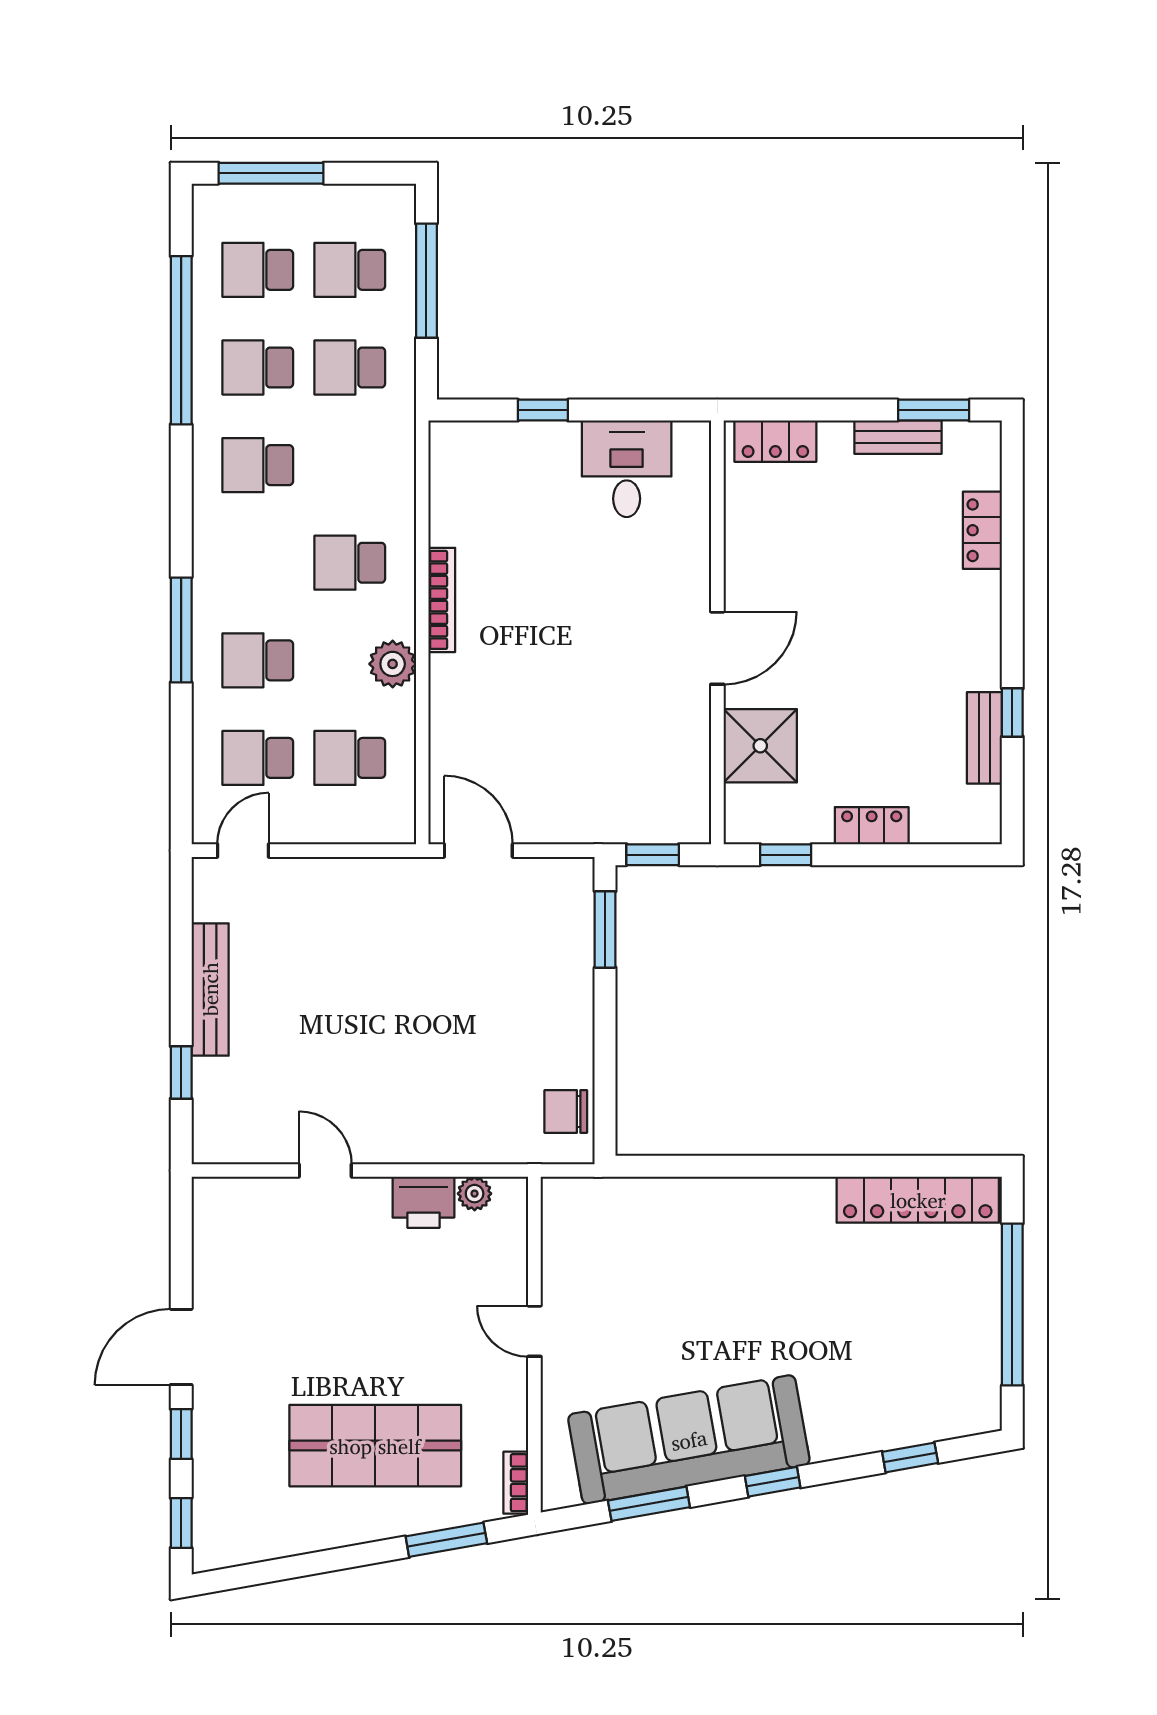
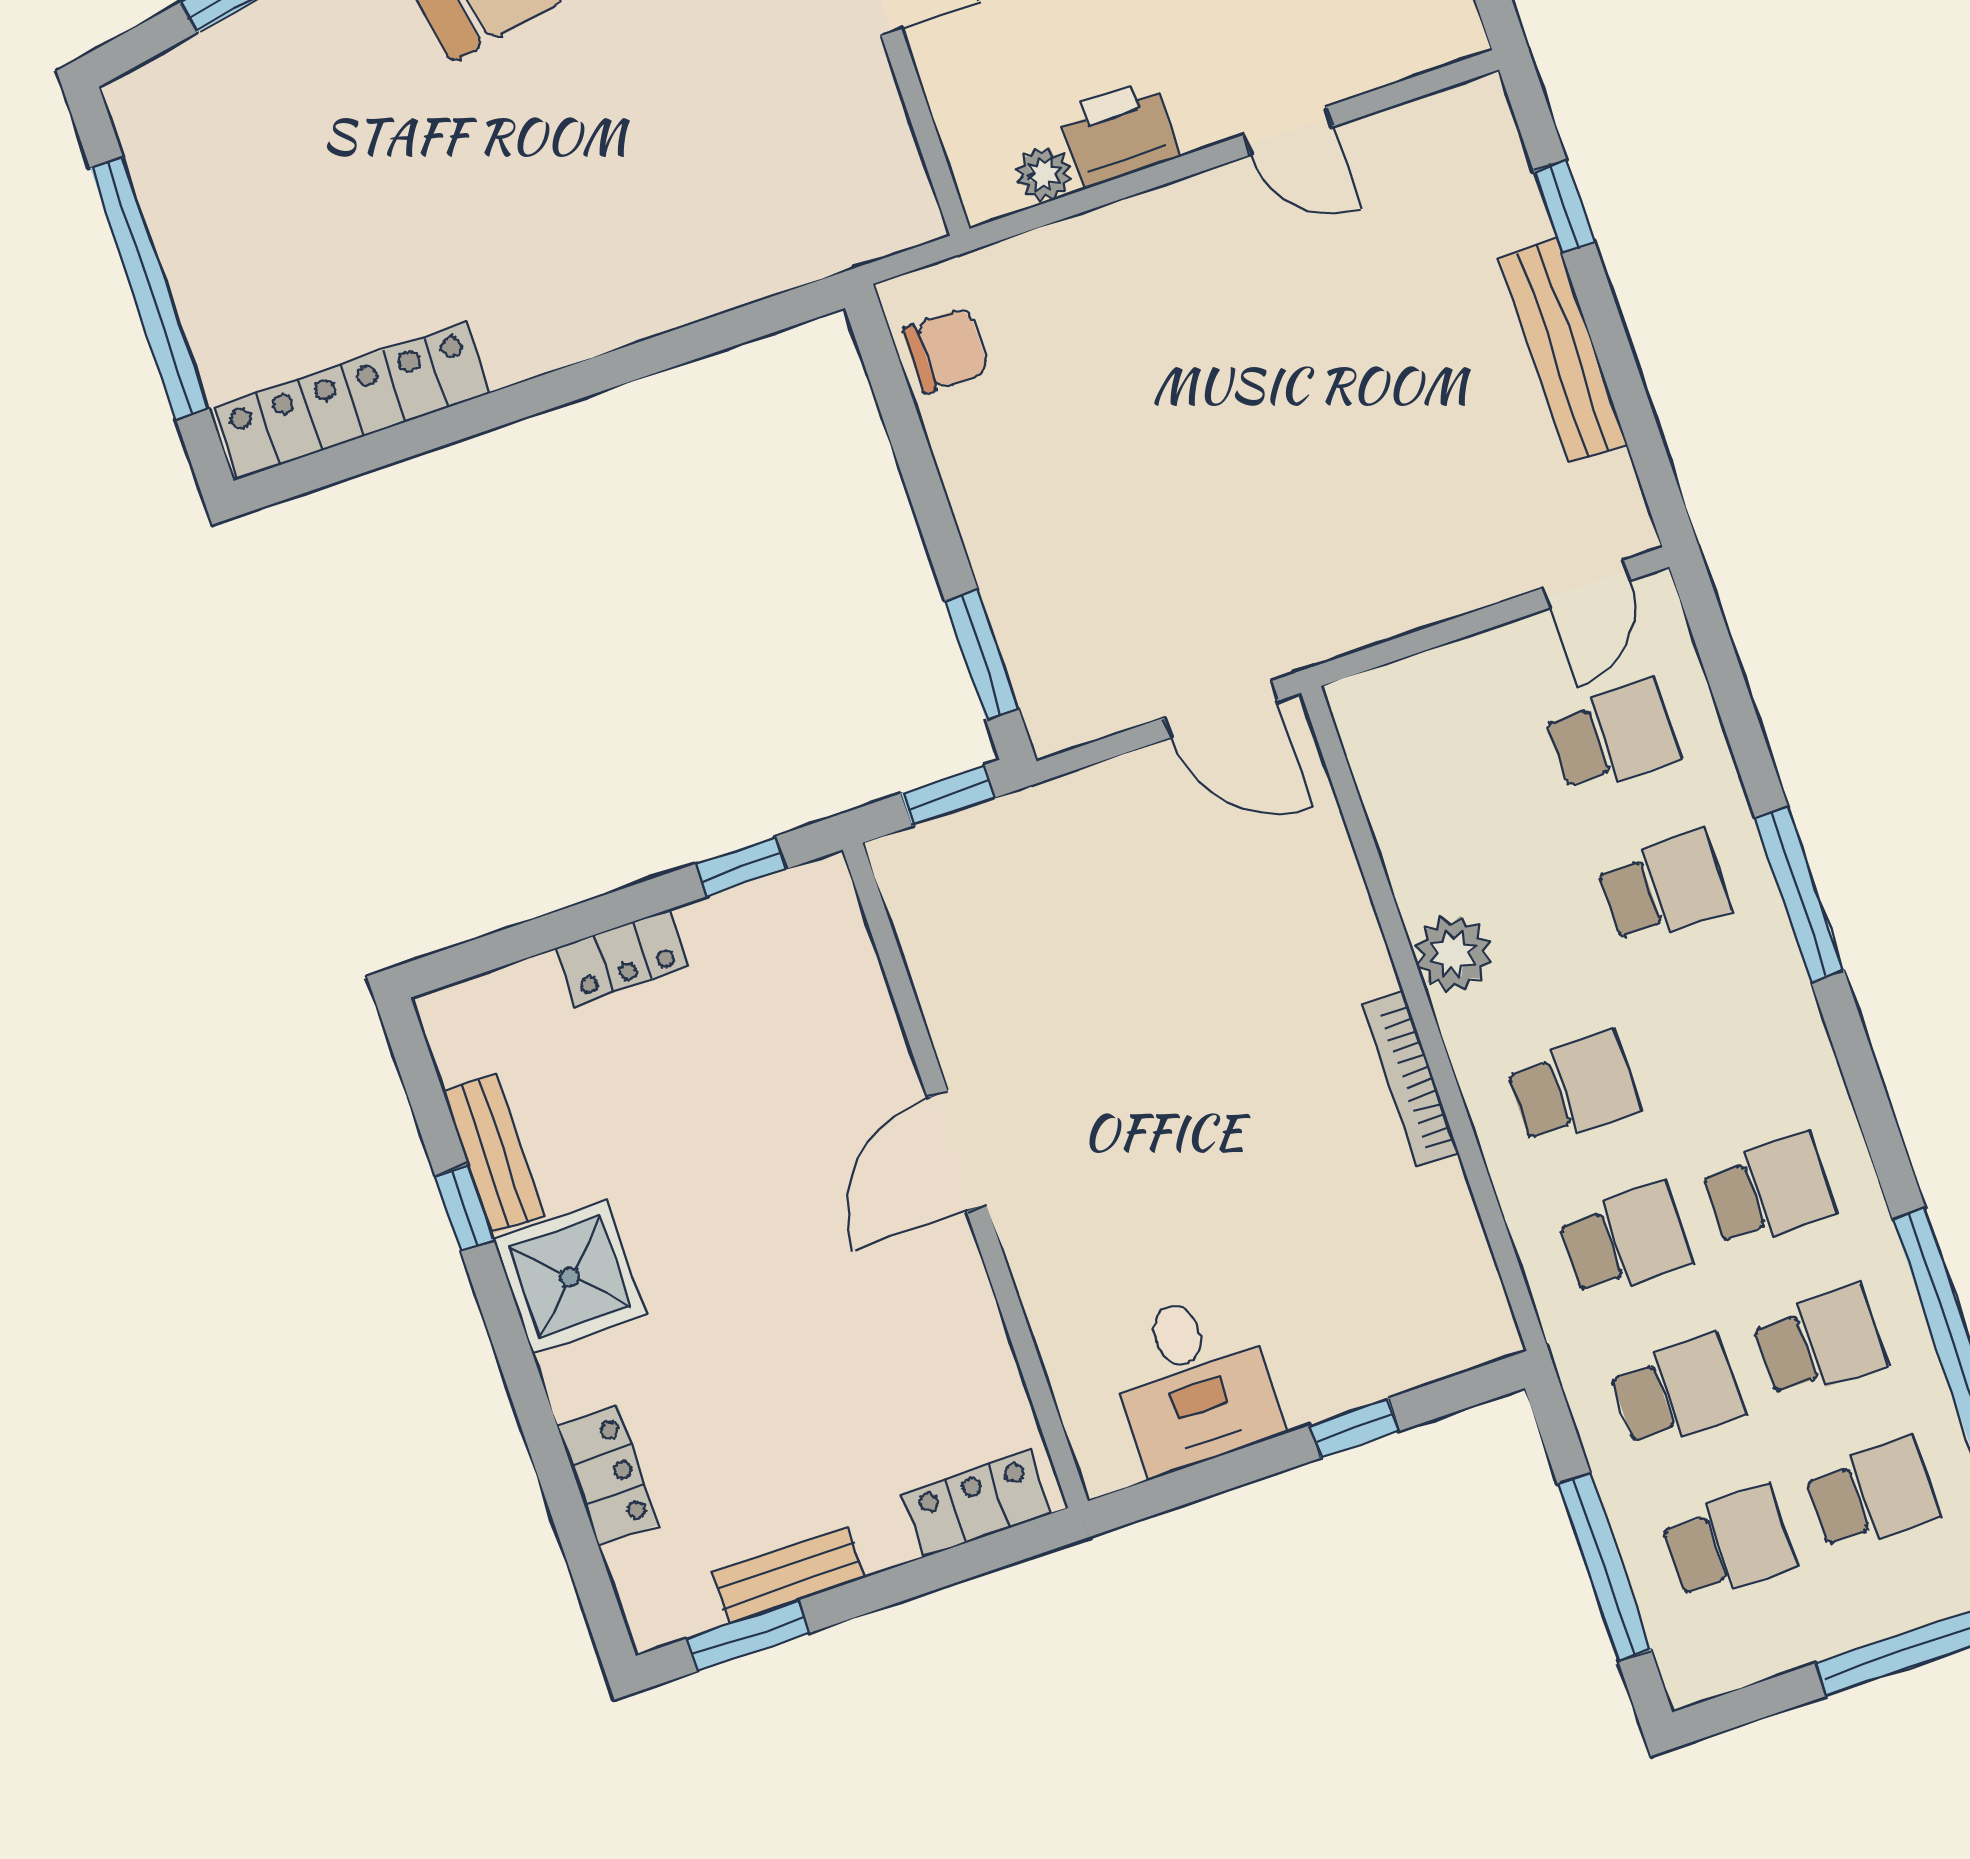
shower: (760, 746) -> (570, 1277), moved
school desk: (350, 758) -> (1625, 1240), moved

